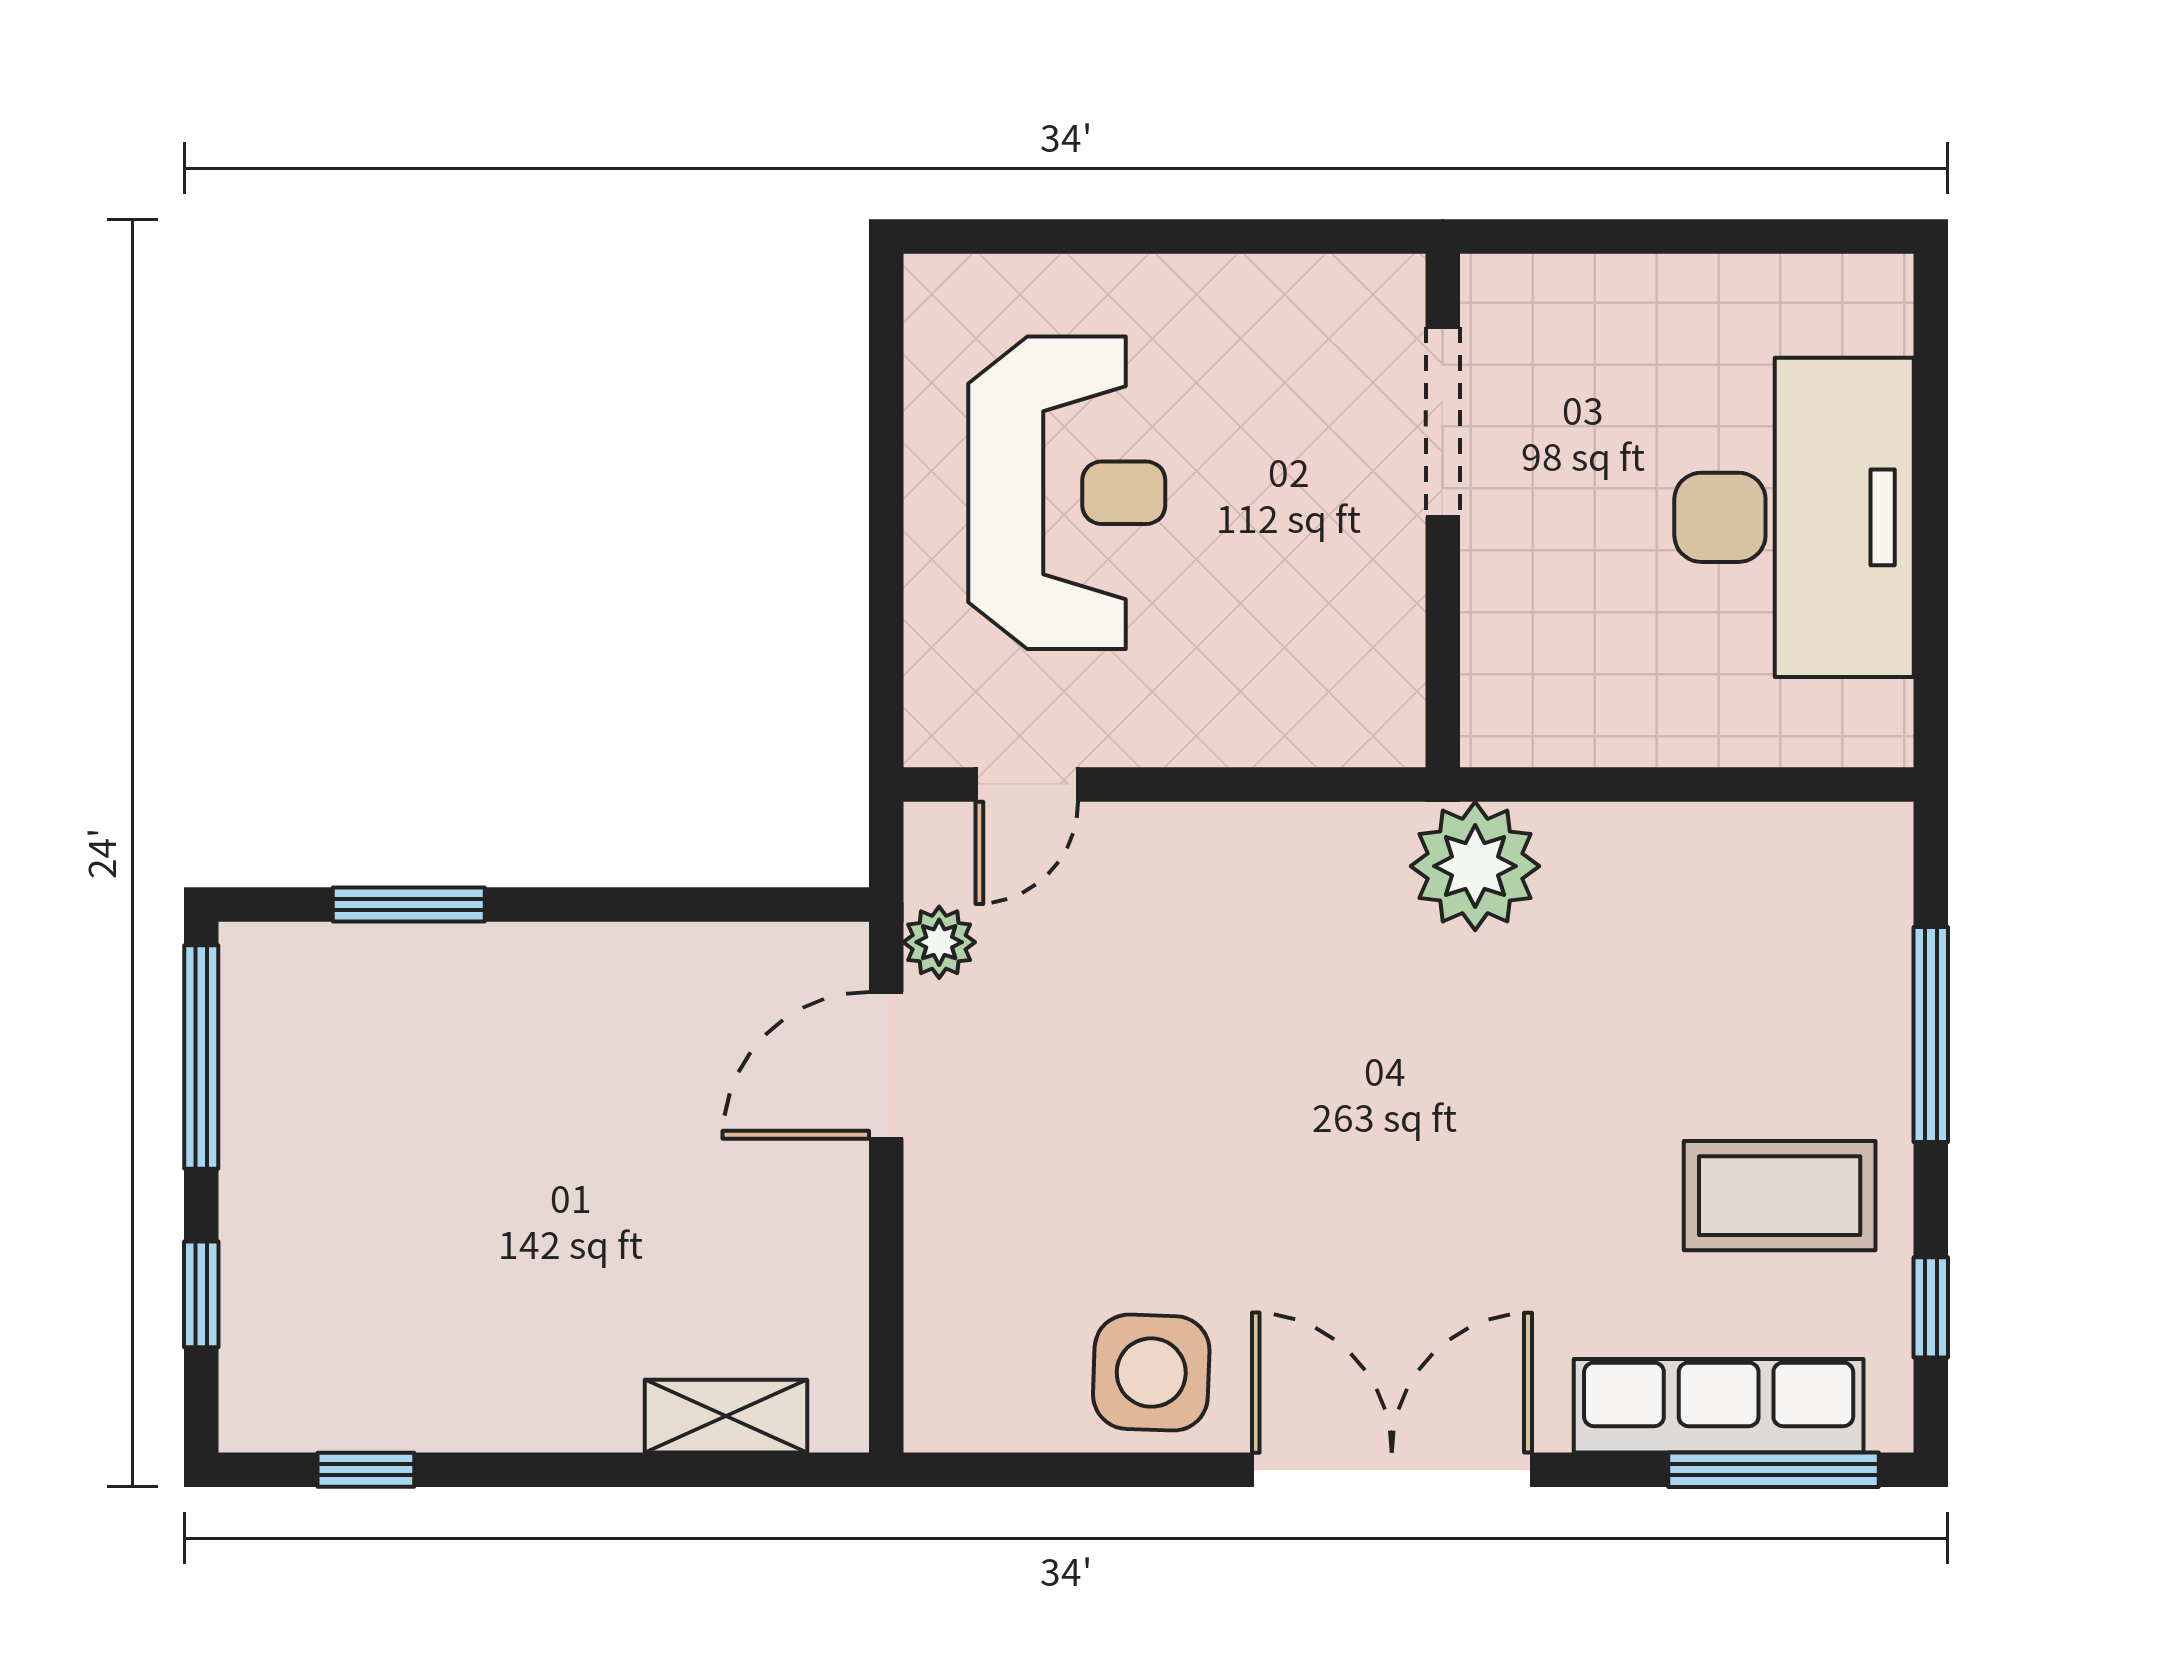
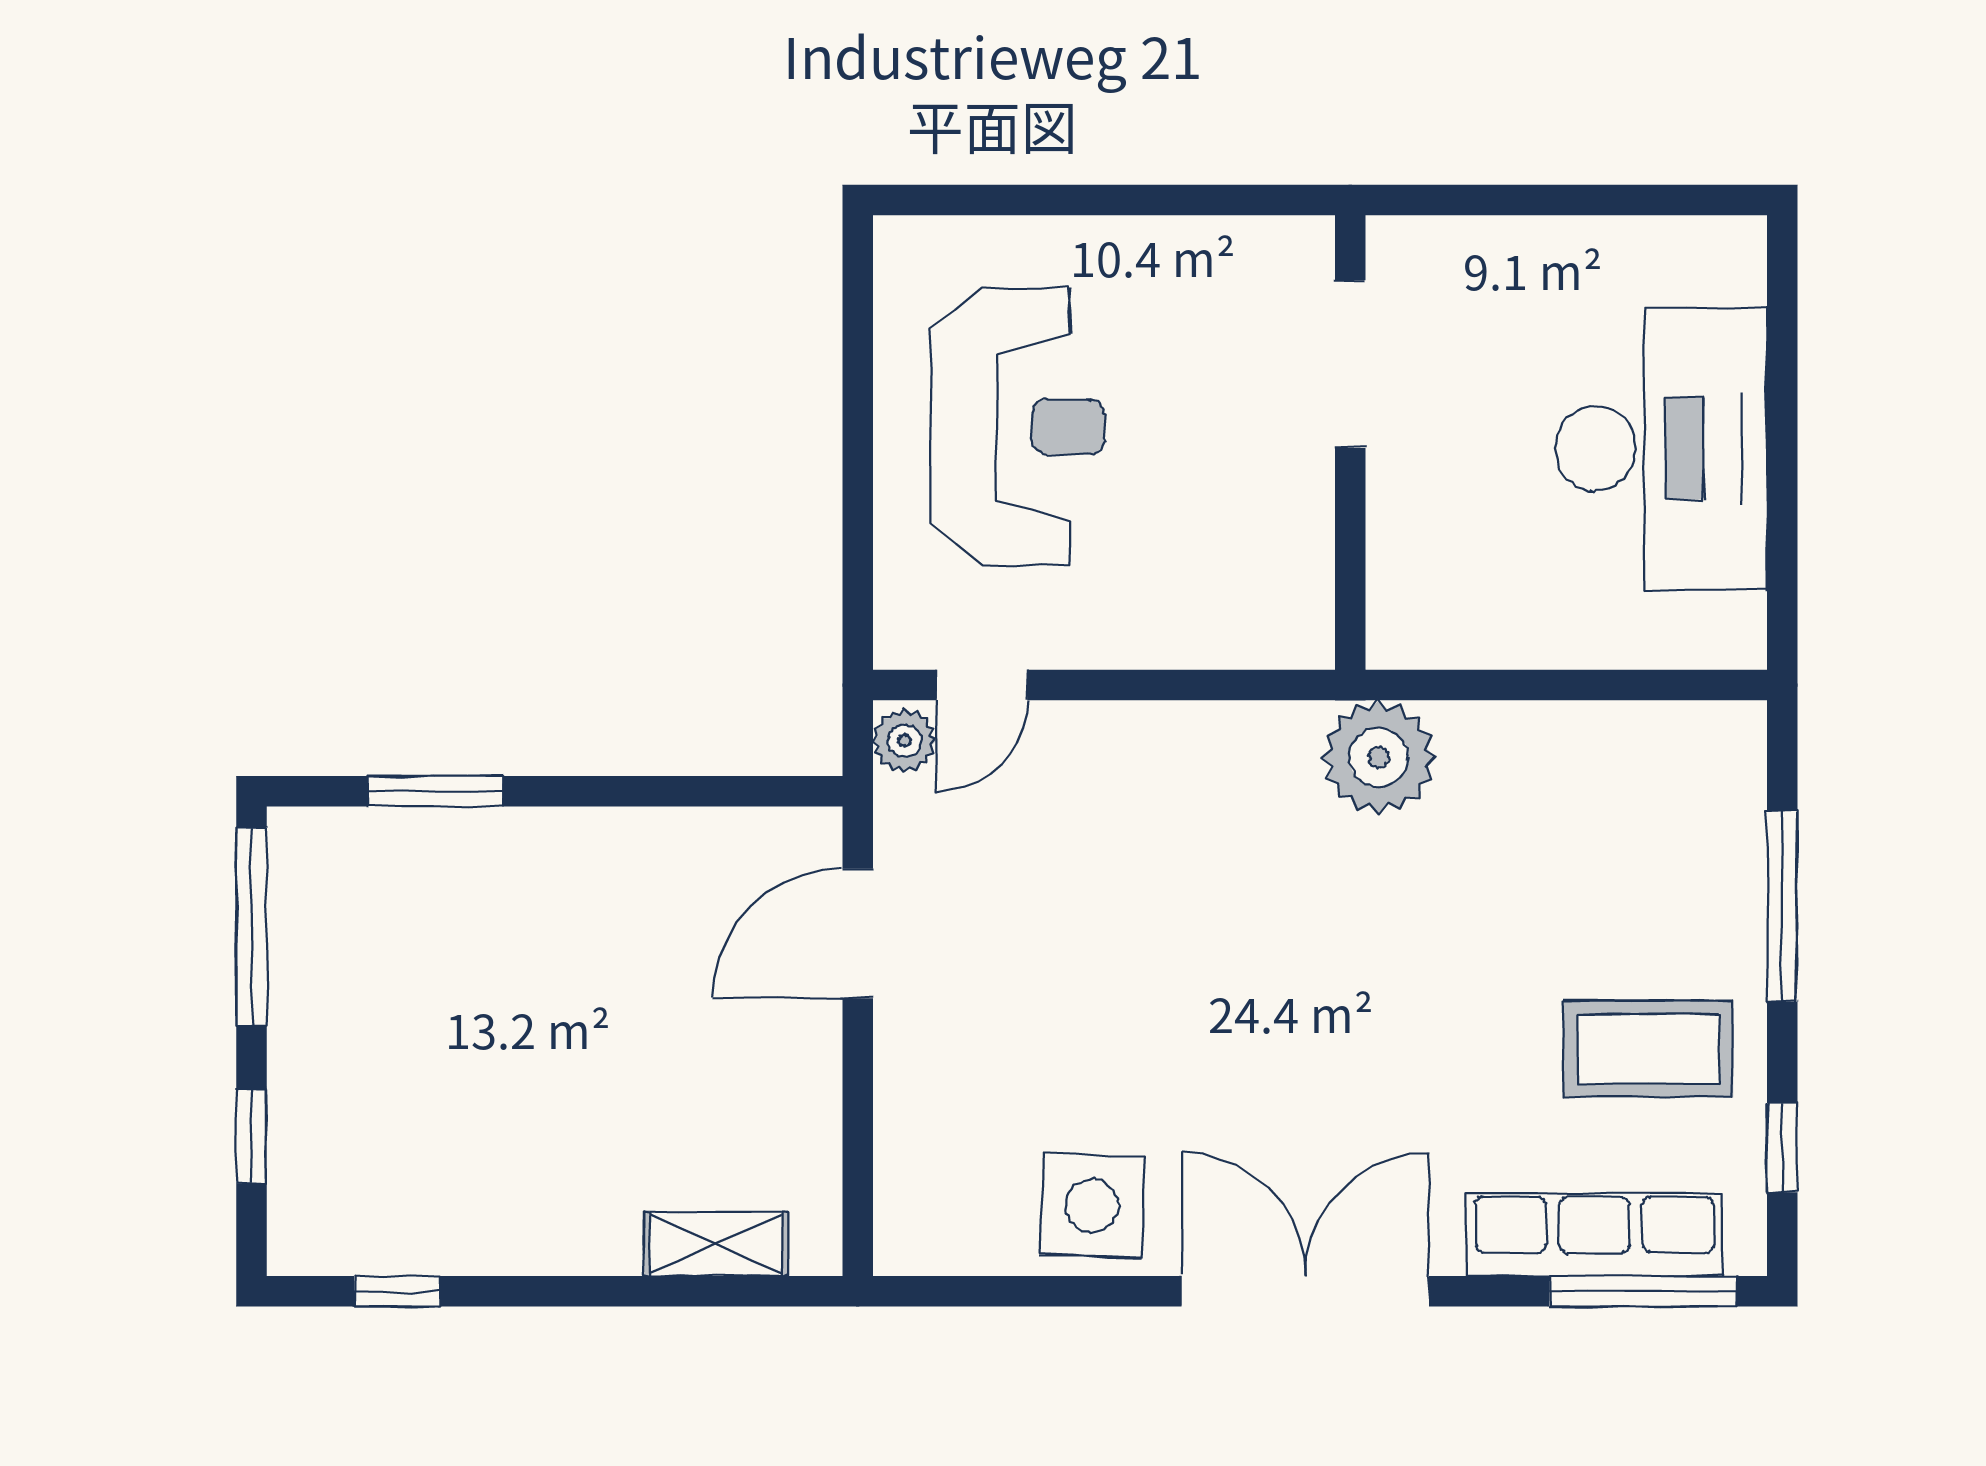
plant: (939, 942) -> (905, 741), moved

